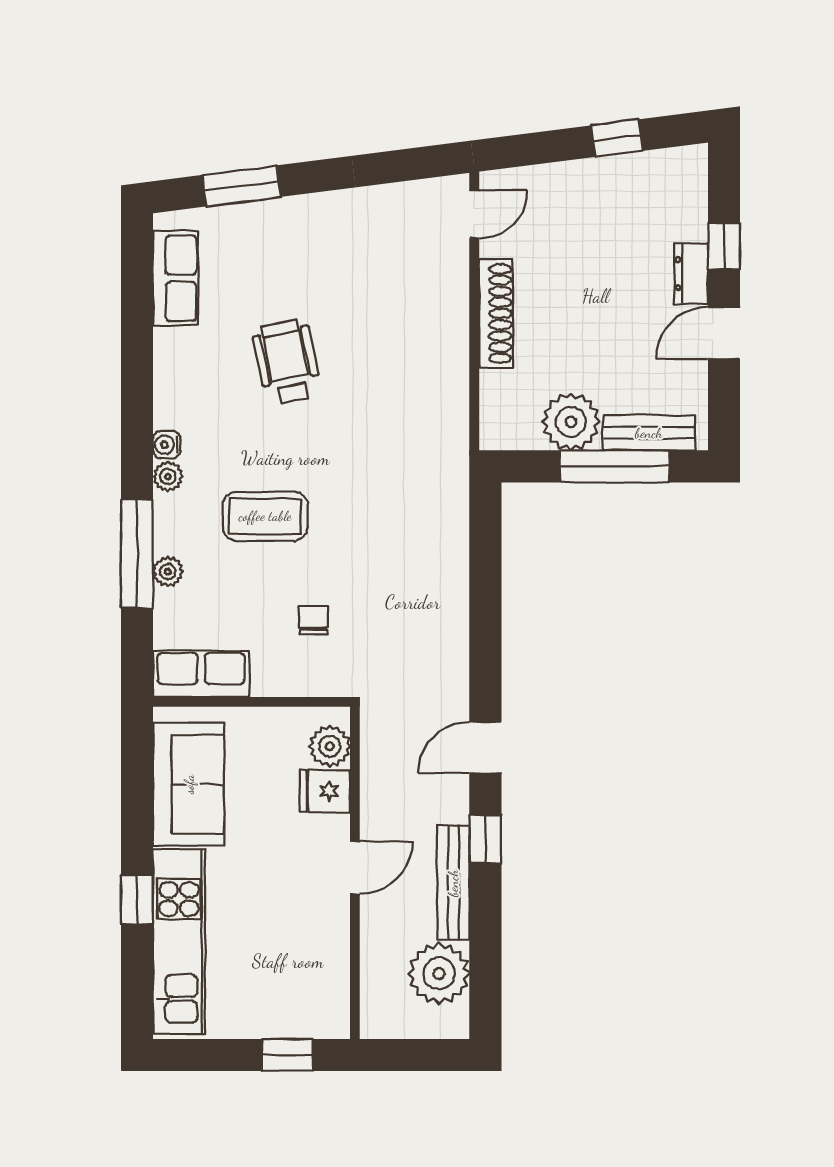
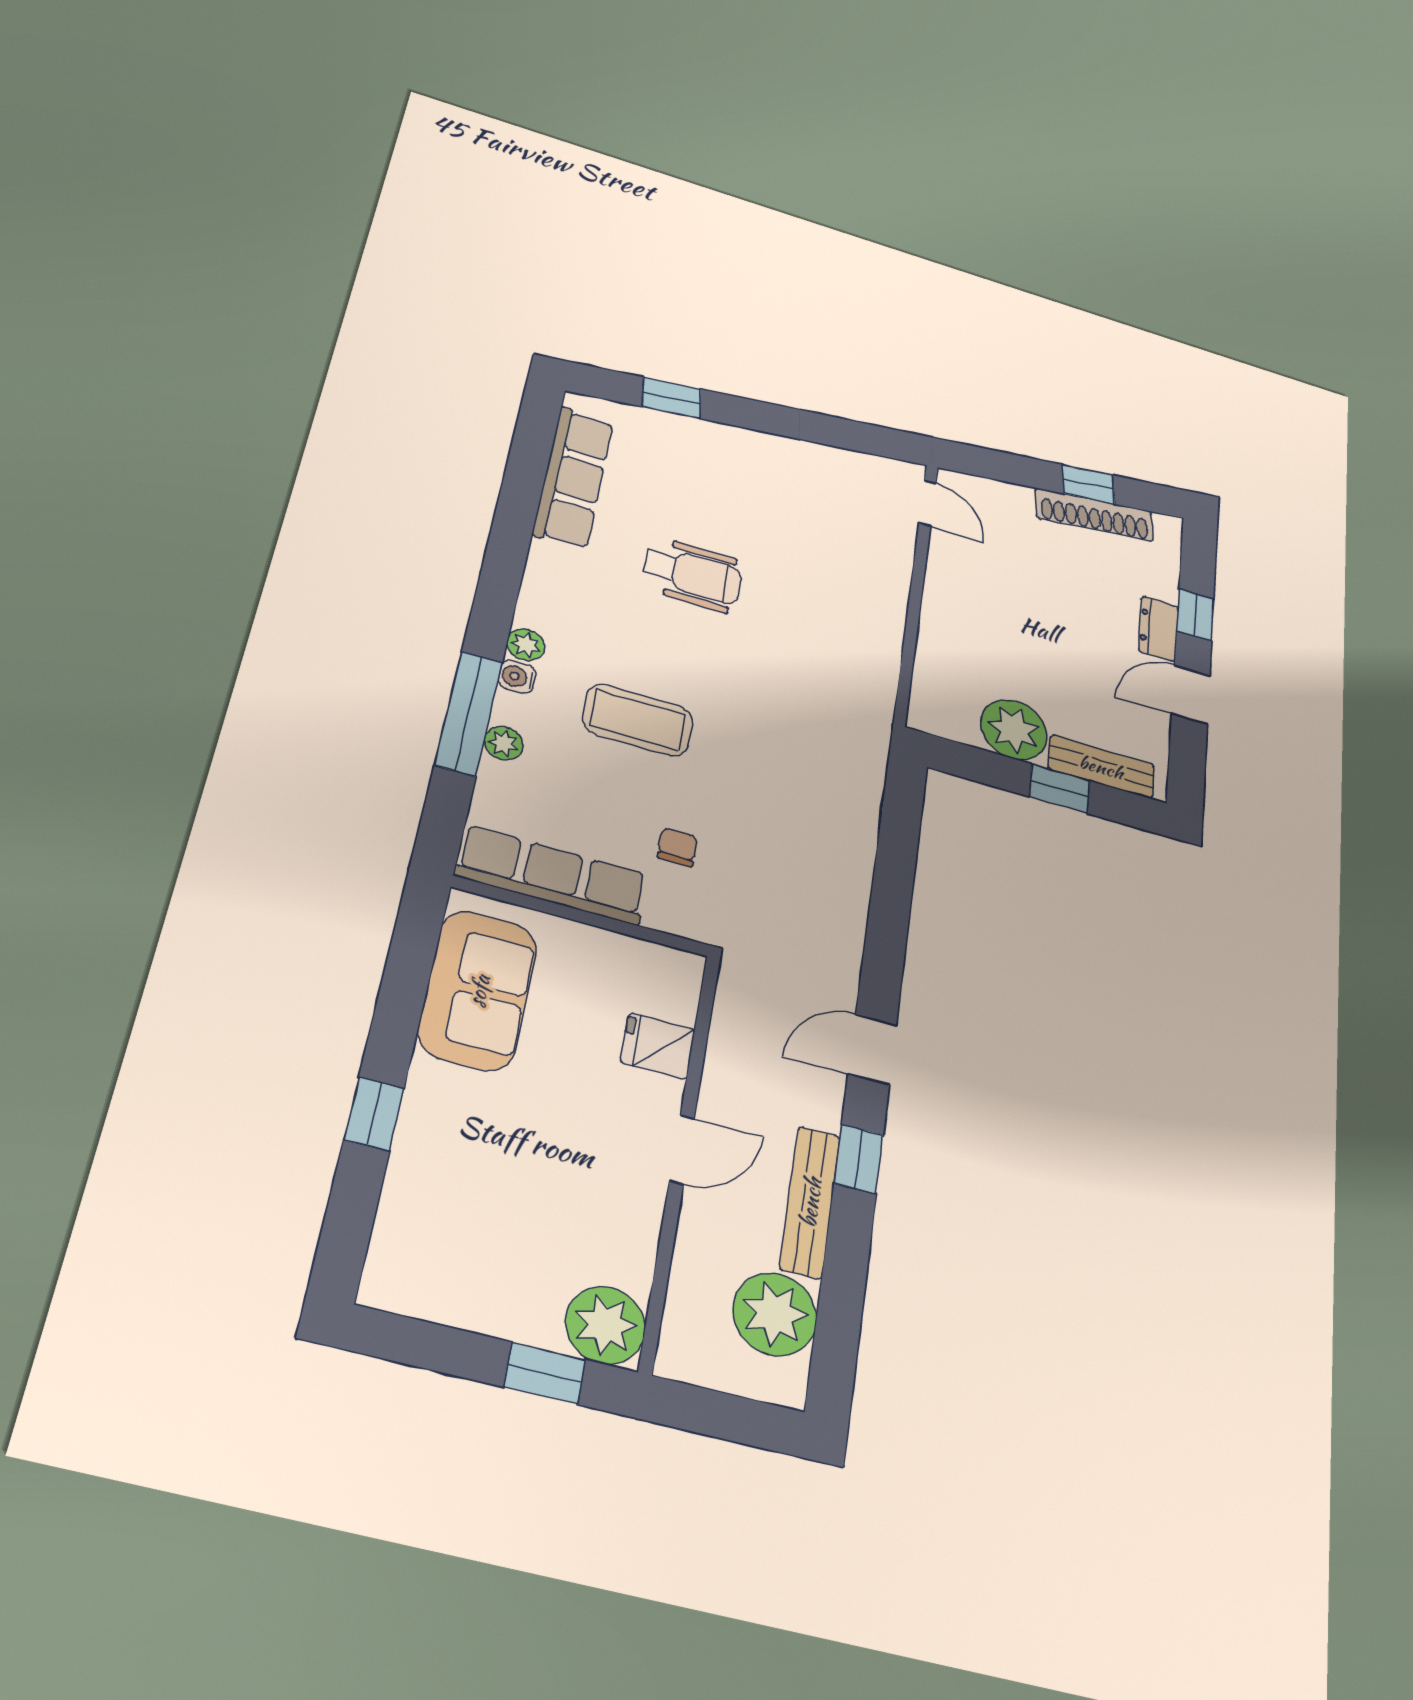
window: (241, 186) -> (672, 398), width x0.67
door: (474, 214) -> (928, 503), hinge flipped
row of seats: (176, 278) -> (573, 478), width x1.48
shoe rack: (496, 314) -> (1094, 515), moved, turned 83
wheelchair: (287, 362) -> (693, 575), turned 102
water cooler: (167, 445) -> (517, 677), moved
window: (615, 466) -> (1060, 789), width x0.46
row of seats: (201, 674) -> (552, 875), width x1.48
plant: (330, 746) -> (605, 1325), moved, width x1.36, depth x1.36
kitchen unit: (179, 942) -> (421, 1183), removed

